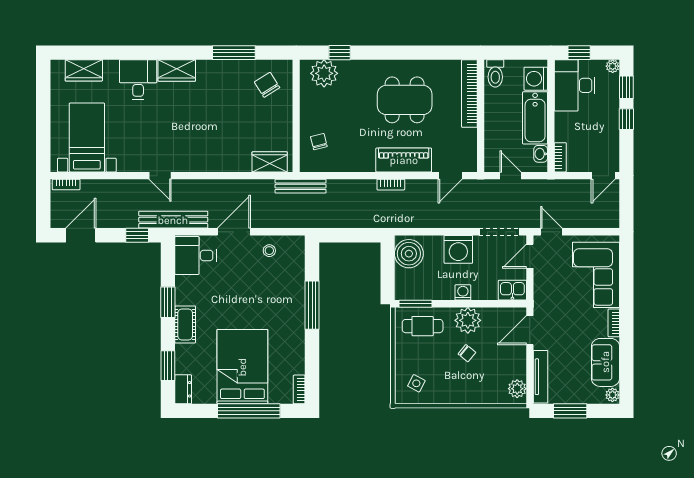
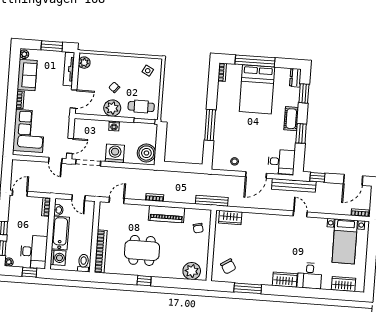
window: (340, 53) -> (144, 281), moved
piano: (404, 160) -> (167, 214), moved
kitchen sink: (512, 290) -> (83, 125), removed

